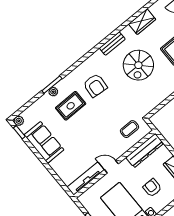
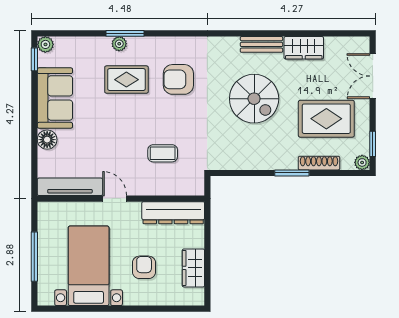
bench: (112, 44) -> (261, 44), moved
spiral stairs: (138, 65) -> (254, 99), turned -90
armchair: (95, 86) -> (178, 79), turned 85
coffee table: (129, 129) -> (163, 153), moved
floor lamp: (57, 165) -> (47, 140), added

